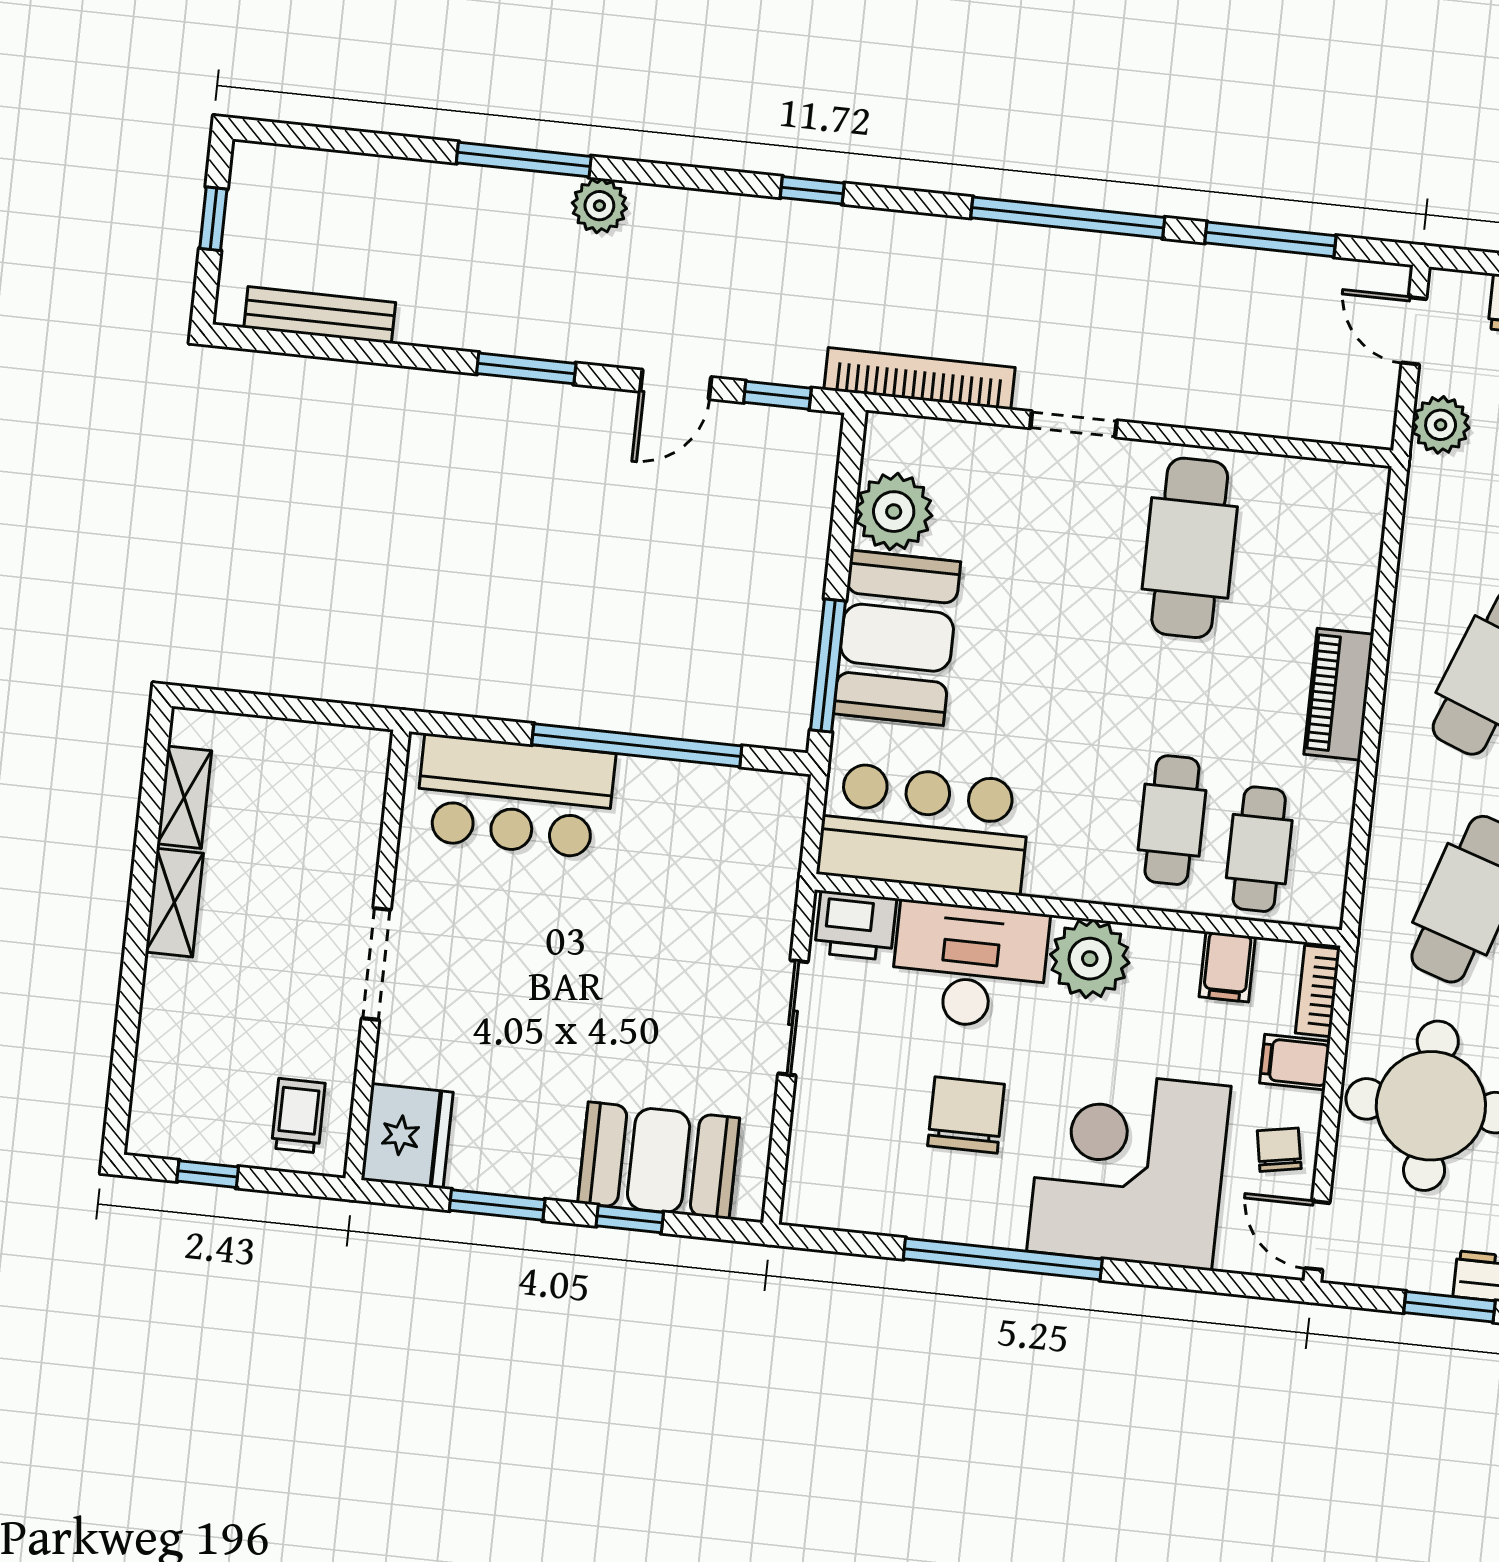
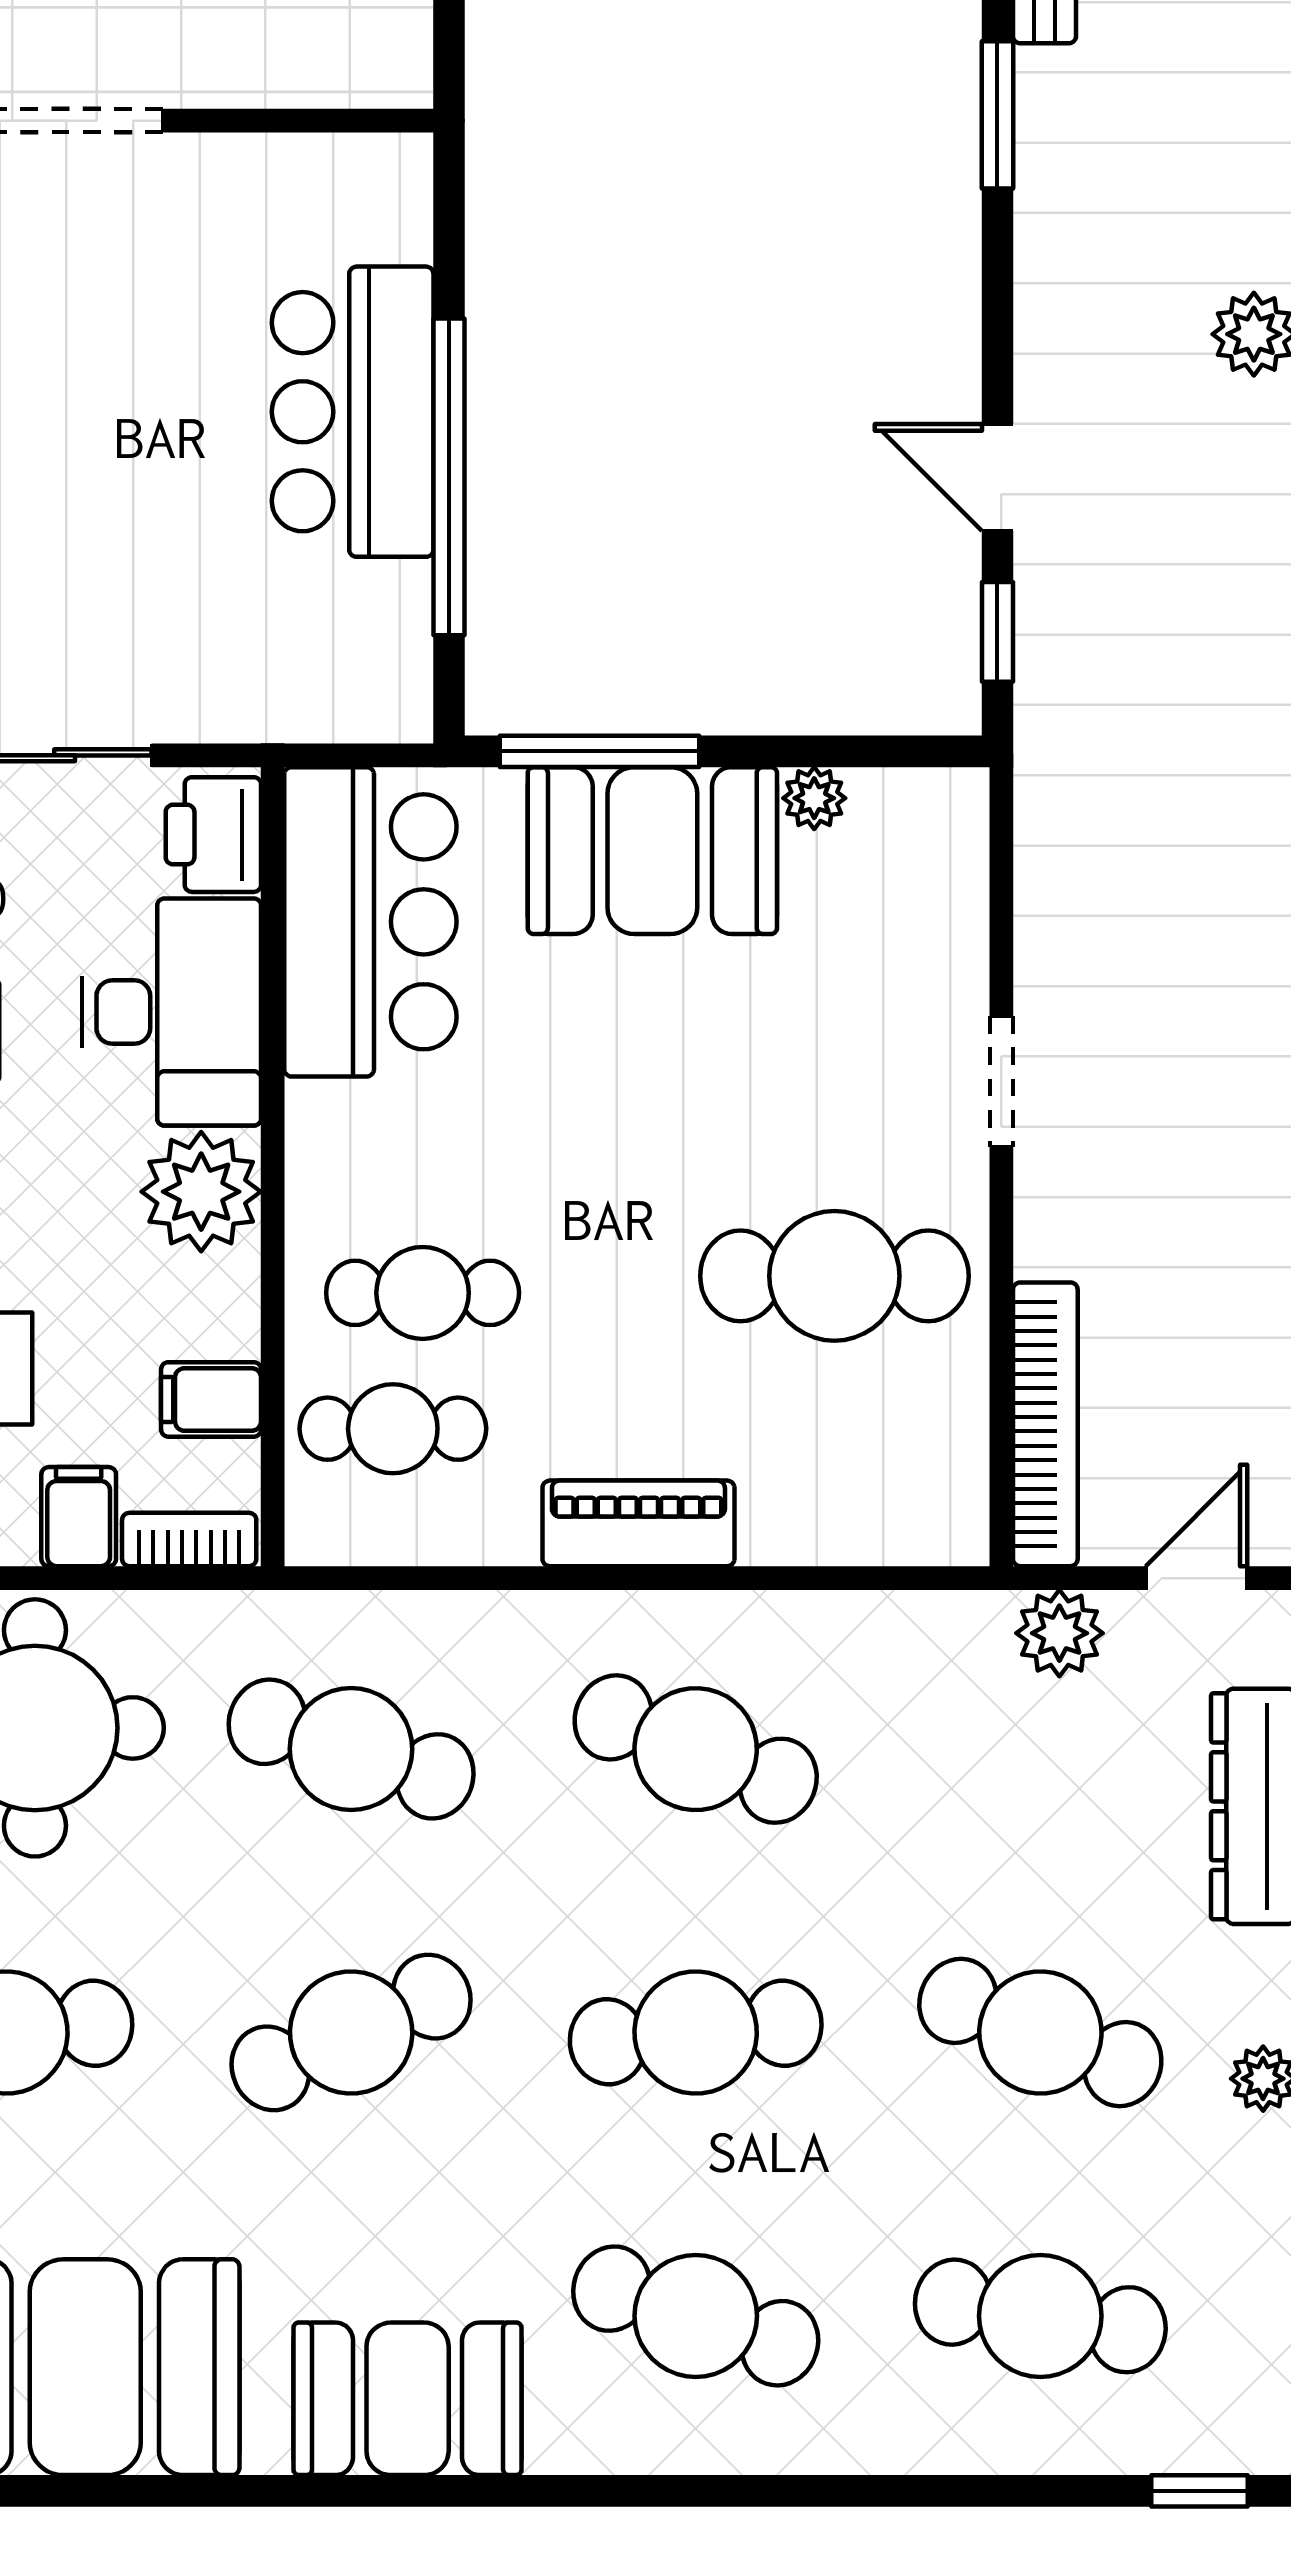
window: (526, 368) -> (997, 115), moved
bookcase: (919, 379) -> (1045, 1424), moved
plant: (894, 512) -> (814, 798), width x0.53, depth x0.53
bar counter: (515, 796) -> (353, 412), moved

